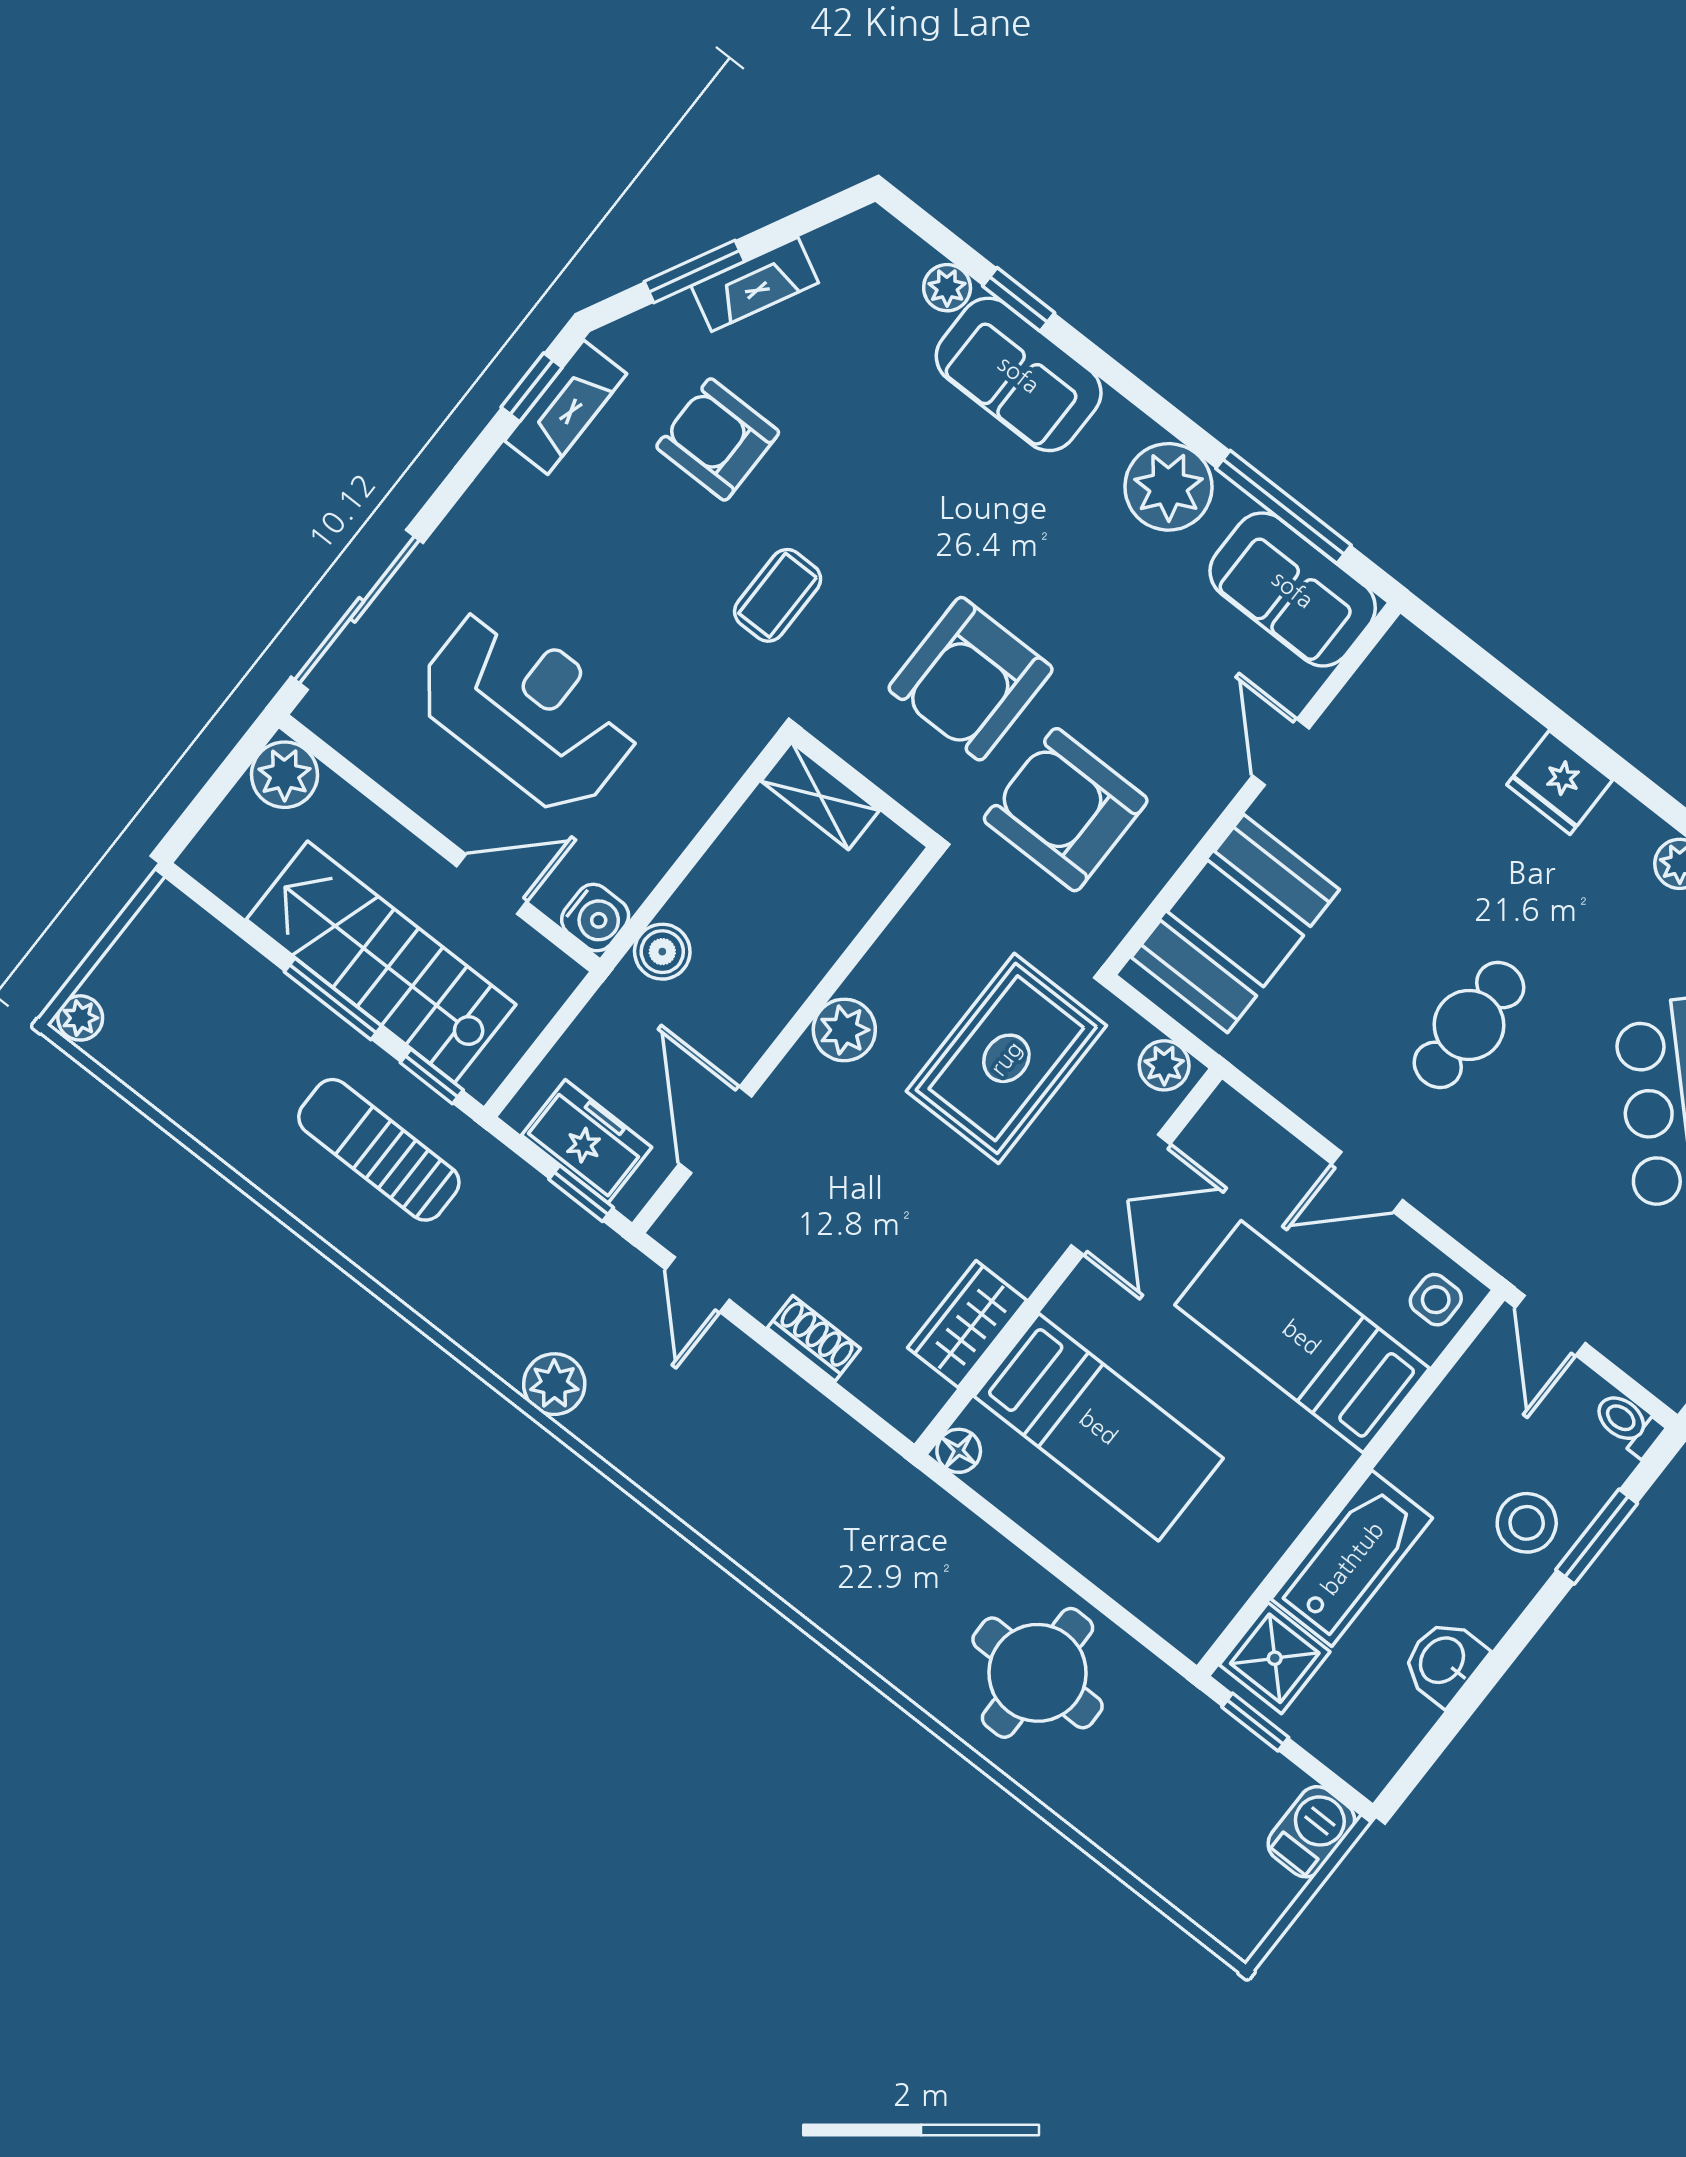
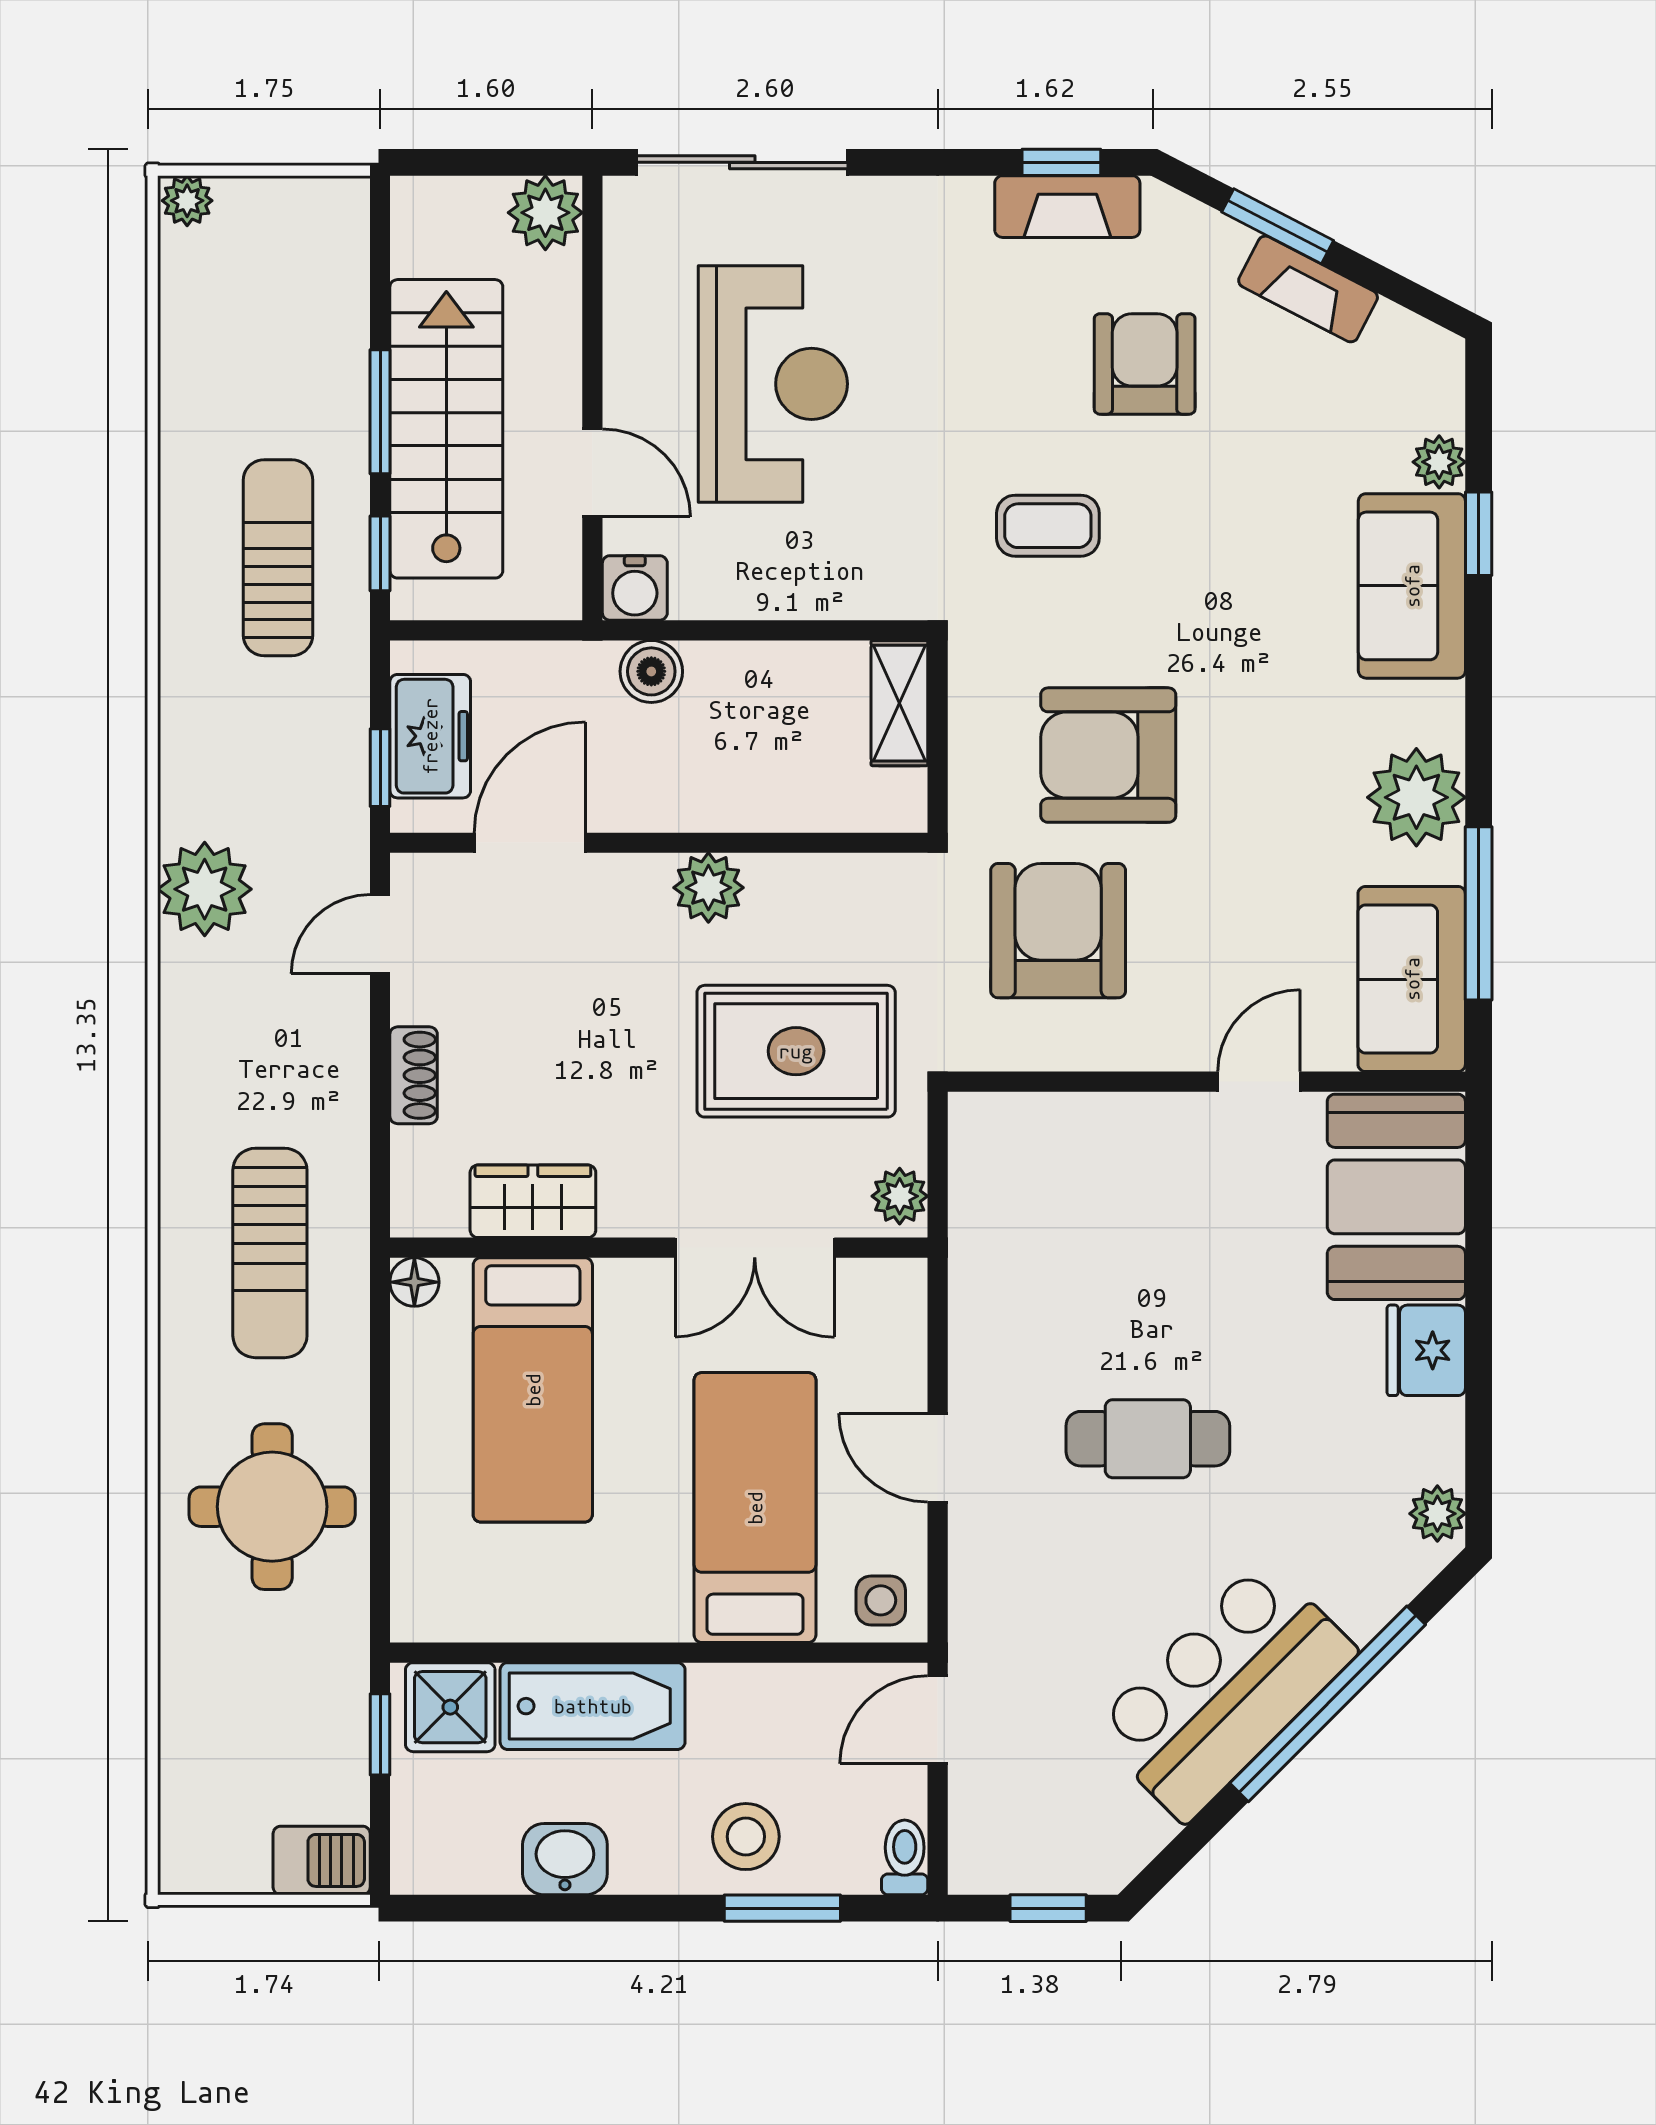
booth: (1235, 923) -> (1396, 1197), moved, turned 90
plant: (554, 1384) -> (205, 889), width x1.36, depth x1.36
sun lounger: (859, 1536) -> (270, 1253), added

